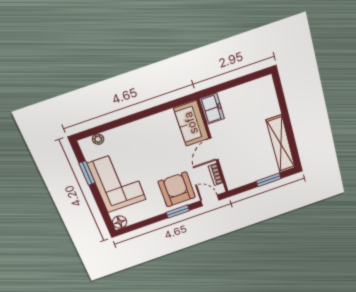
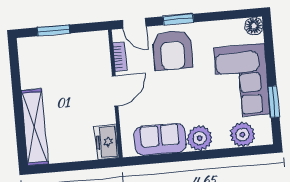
sofa: (191, 123) -> (160, 139), moved, turned -90
plant: (138, 130) -> (200, 138), added
plant: (98, 139) -> (242, 135), width x1.87, depth x1.87
shelving: (281, 144) -> (35, 127), moved

